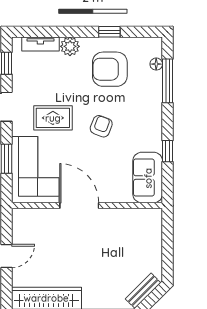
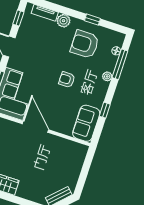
plant: (155, 104) -> (107, 76), added
rug: (53, 118) -> (37, 64), removed
armchair: (101, 126) -> (67, 80), turned -111

